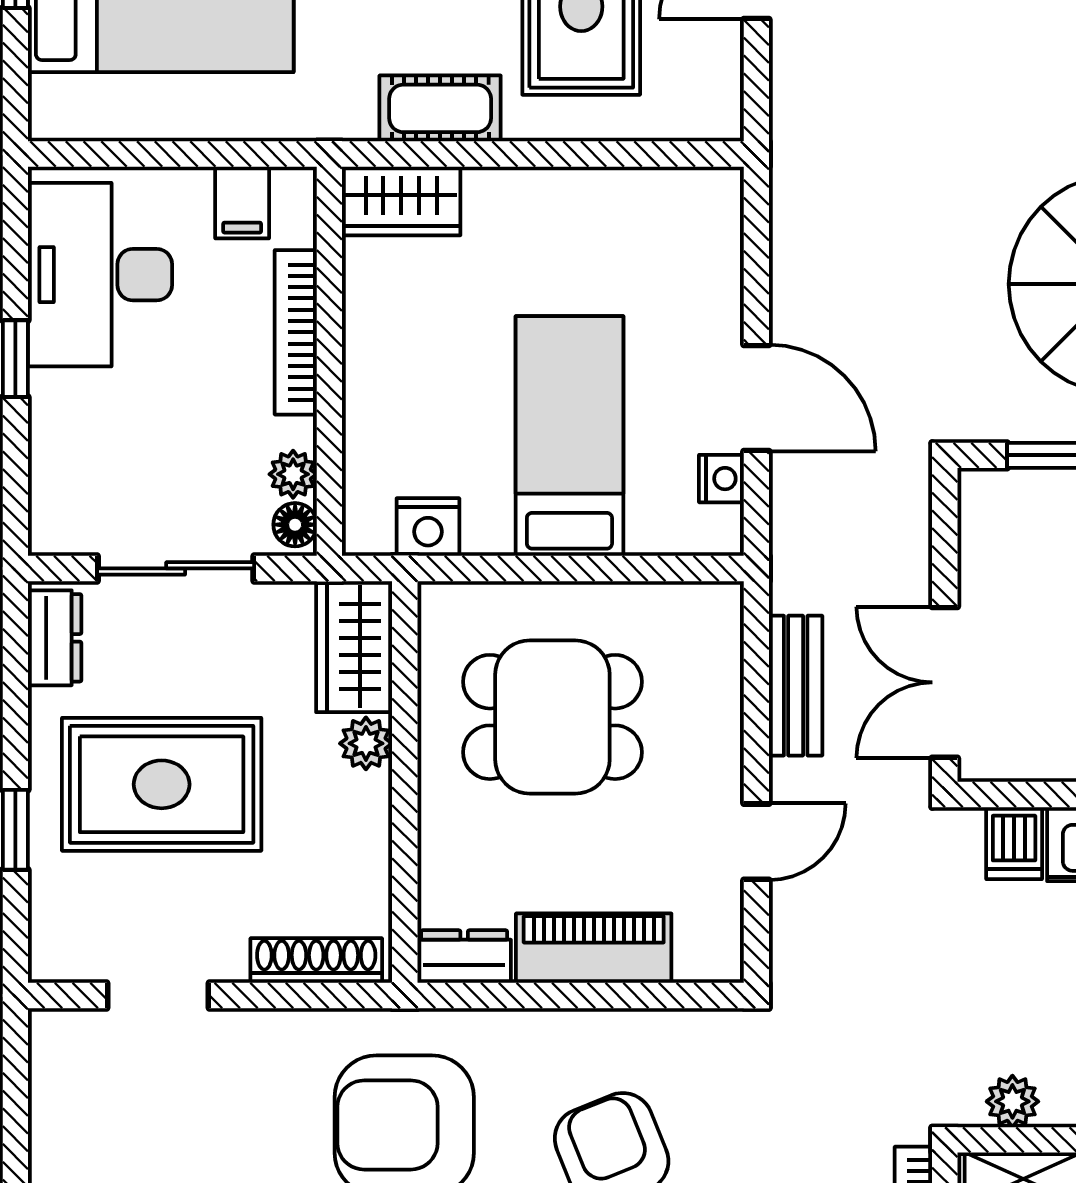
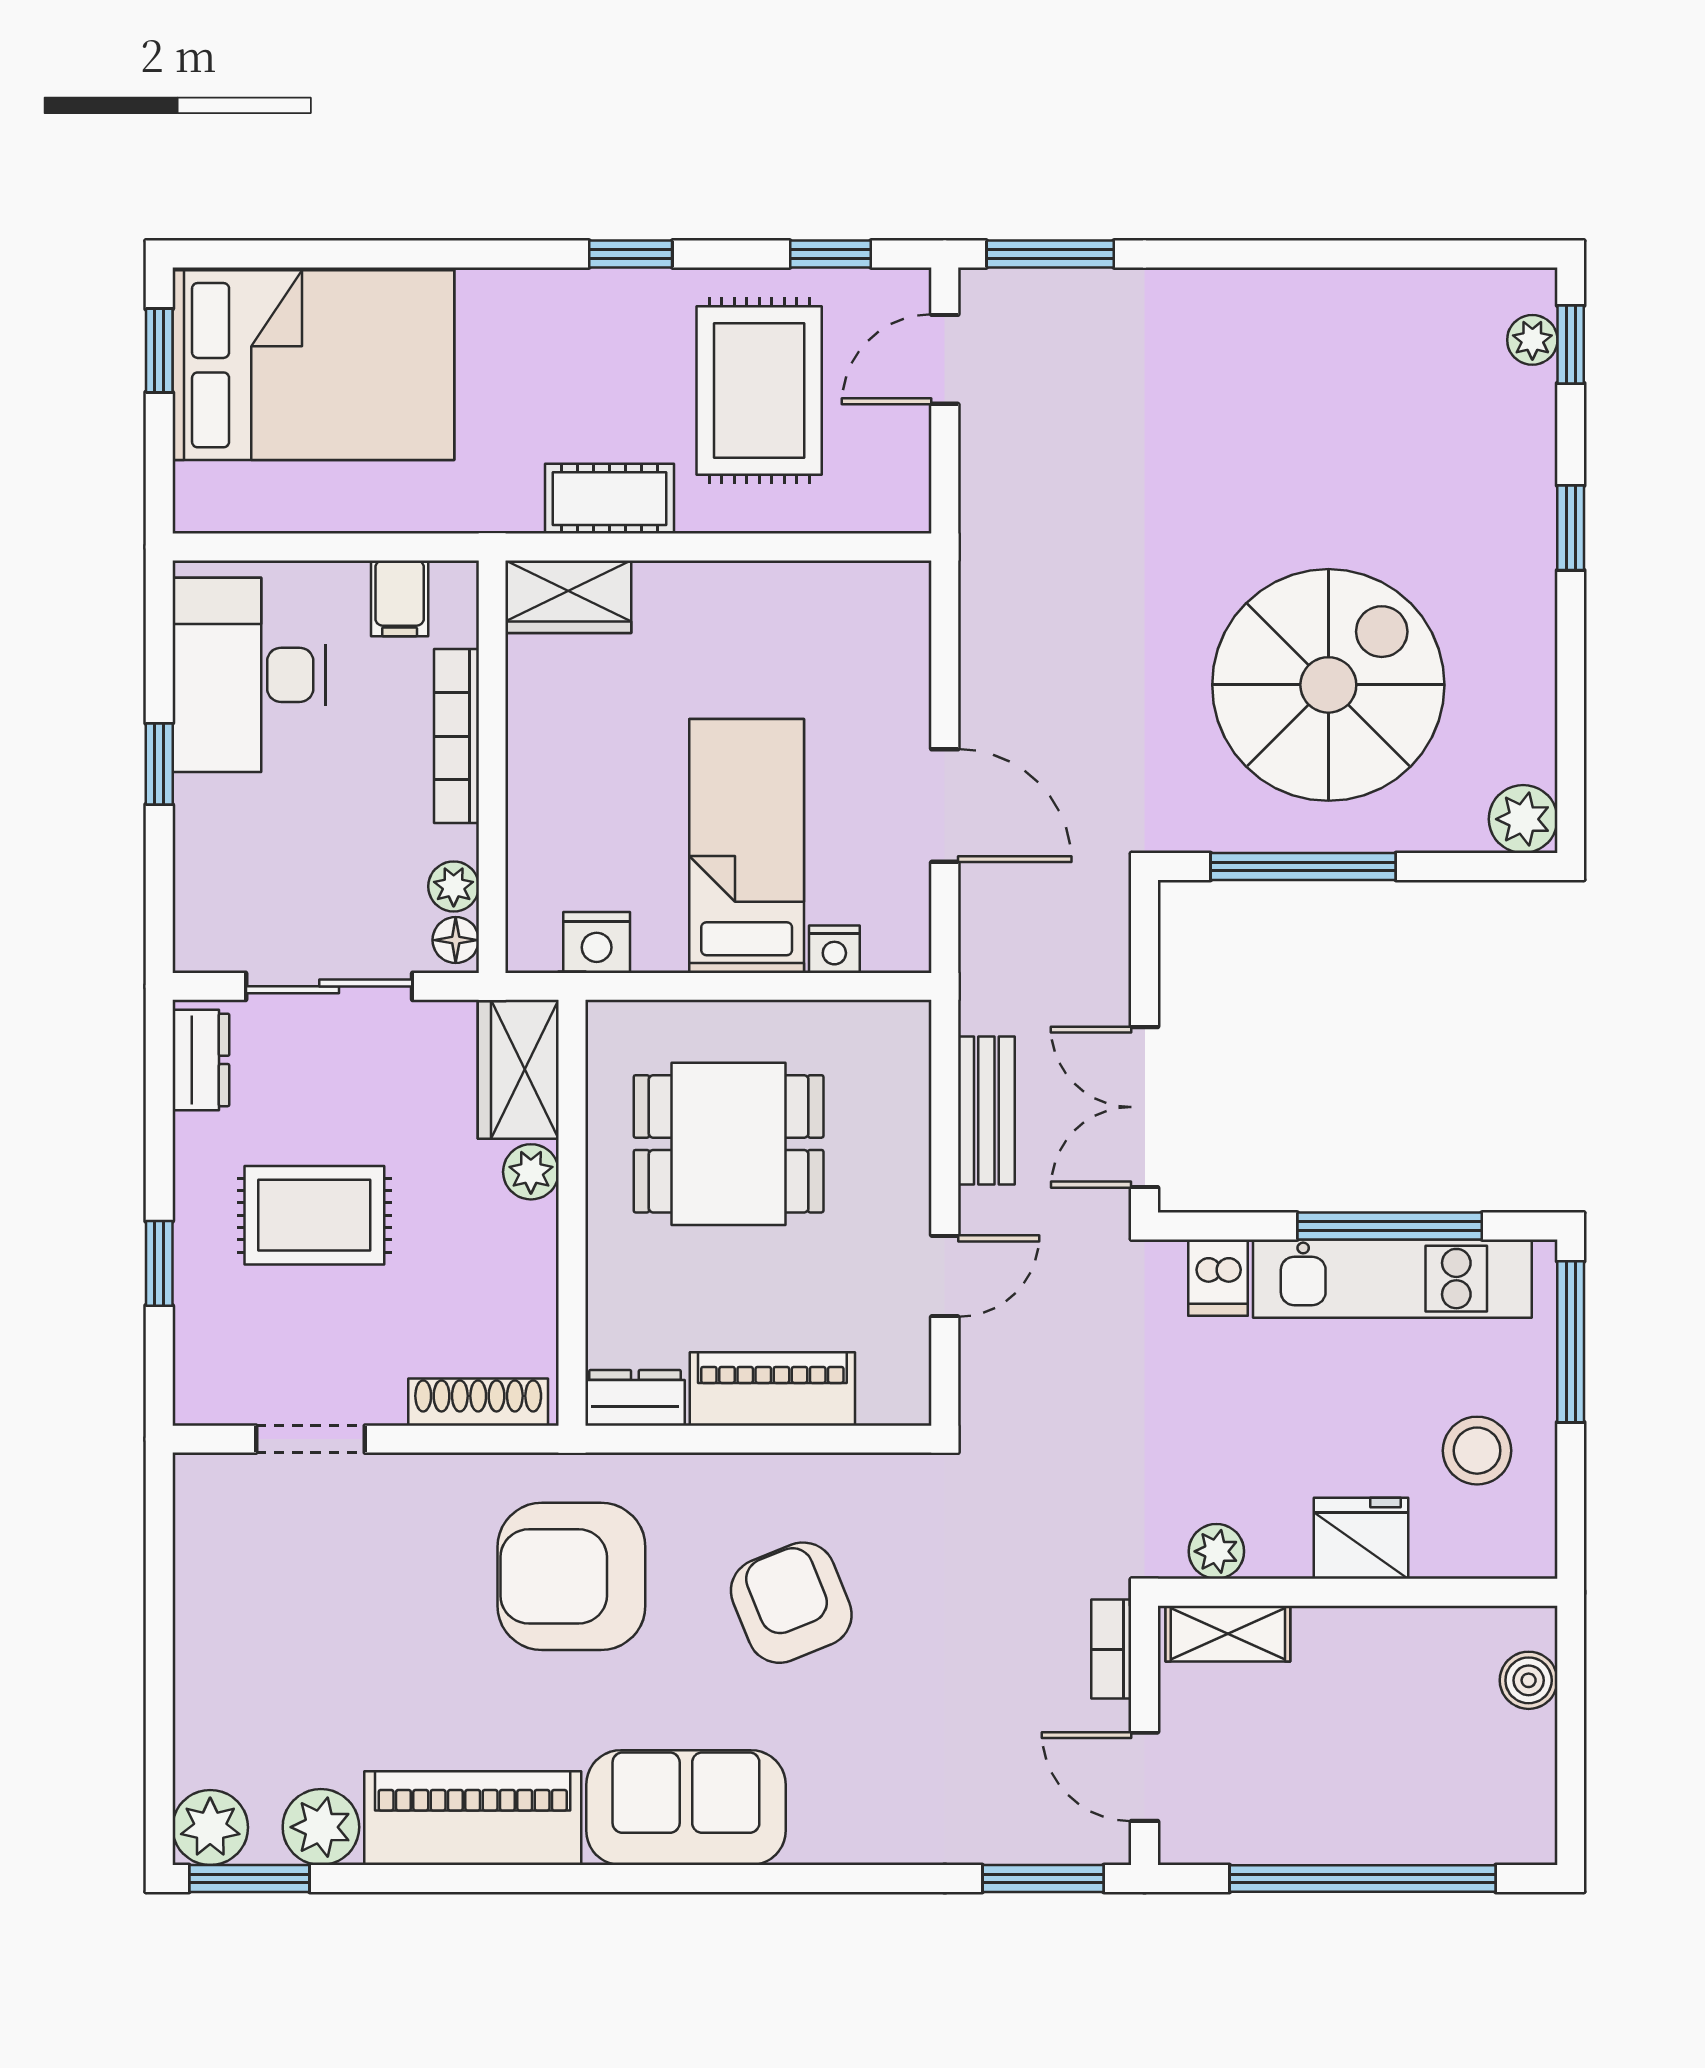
nightstand: (721, 479) -> (834, 949), moved, turned 90
rug: (162, 784) -> (314, 1215), width x0.73, depth x0.70

